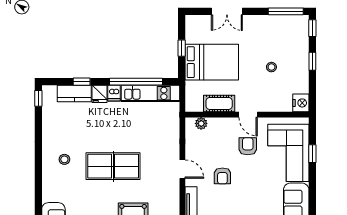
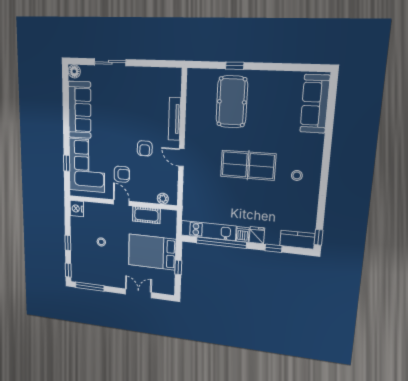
kitchen counter: (74, 94) -> (297, 240), moved
armchair: (248, 146) -> (122, 174), turned -90
armchair: (222, 176) -> (145, 148), turned 180

